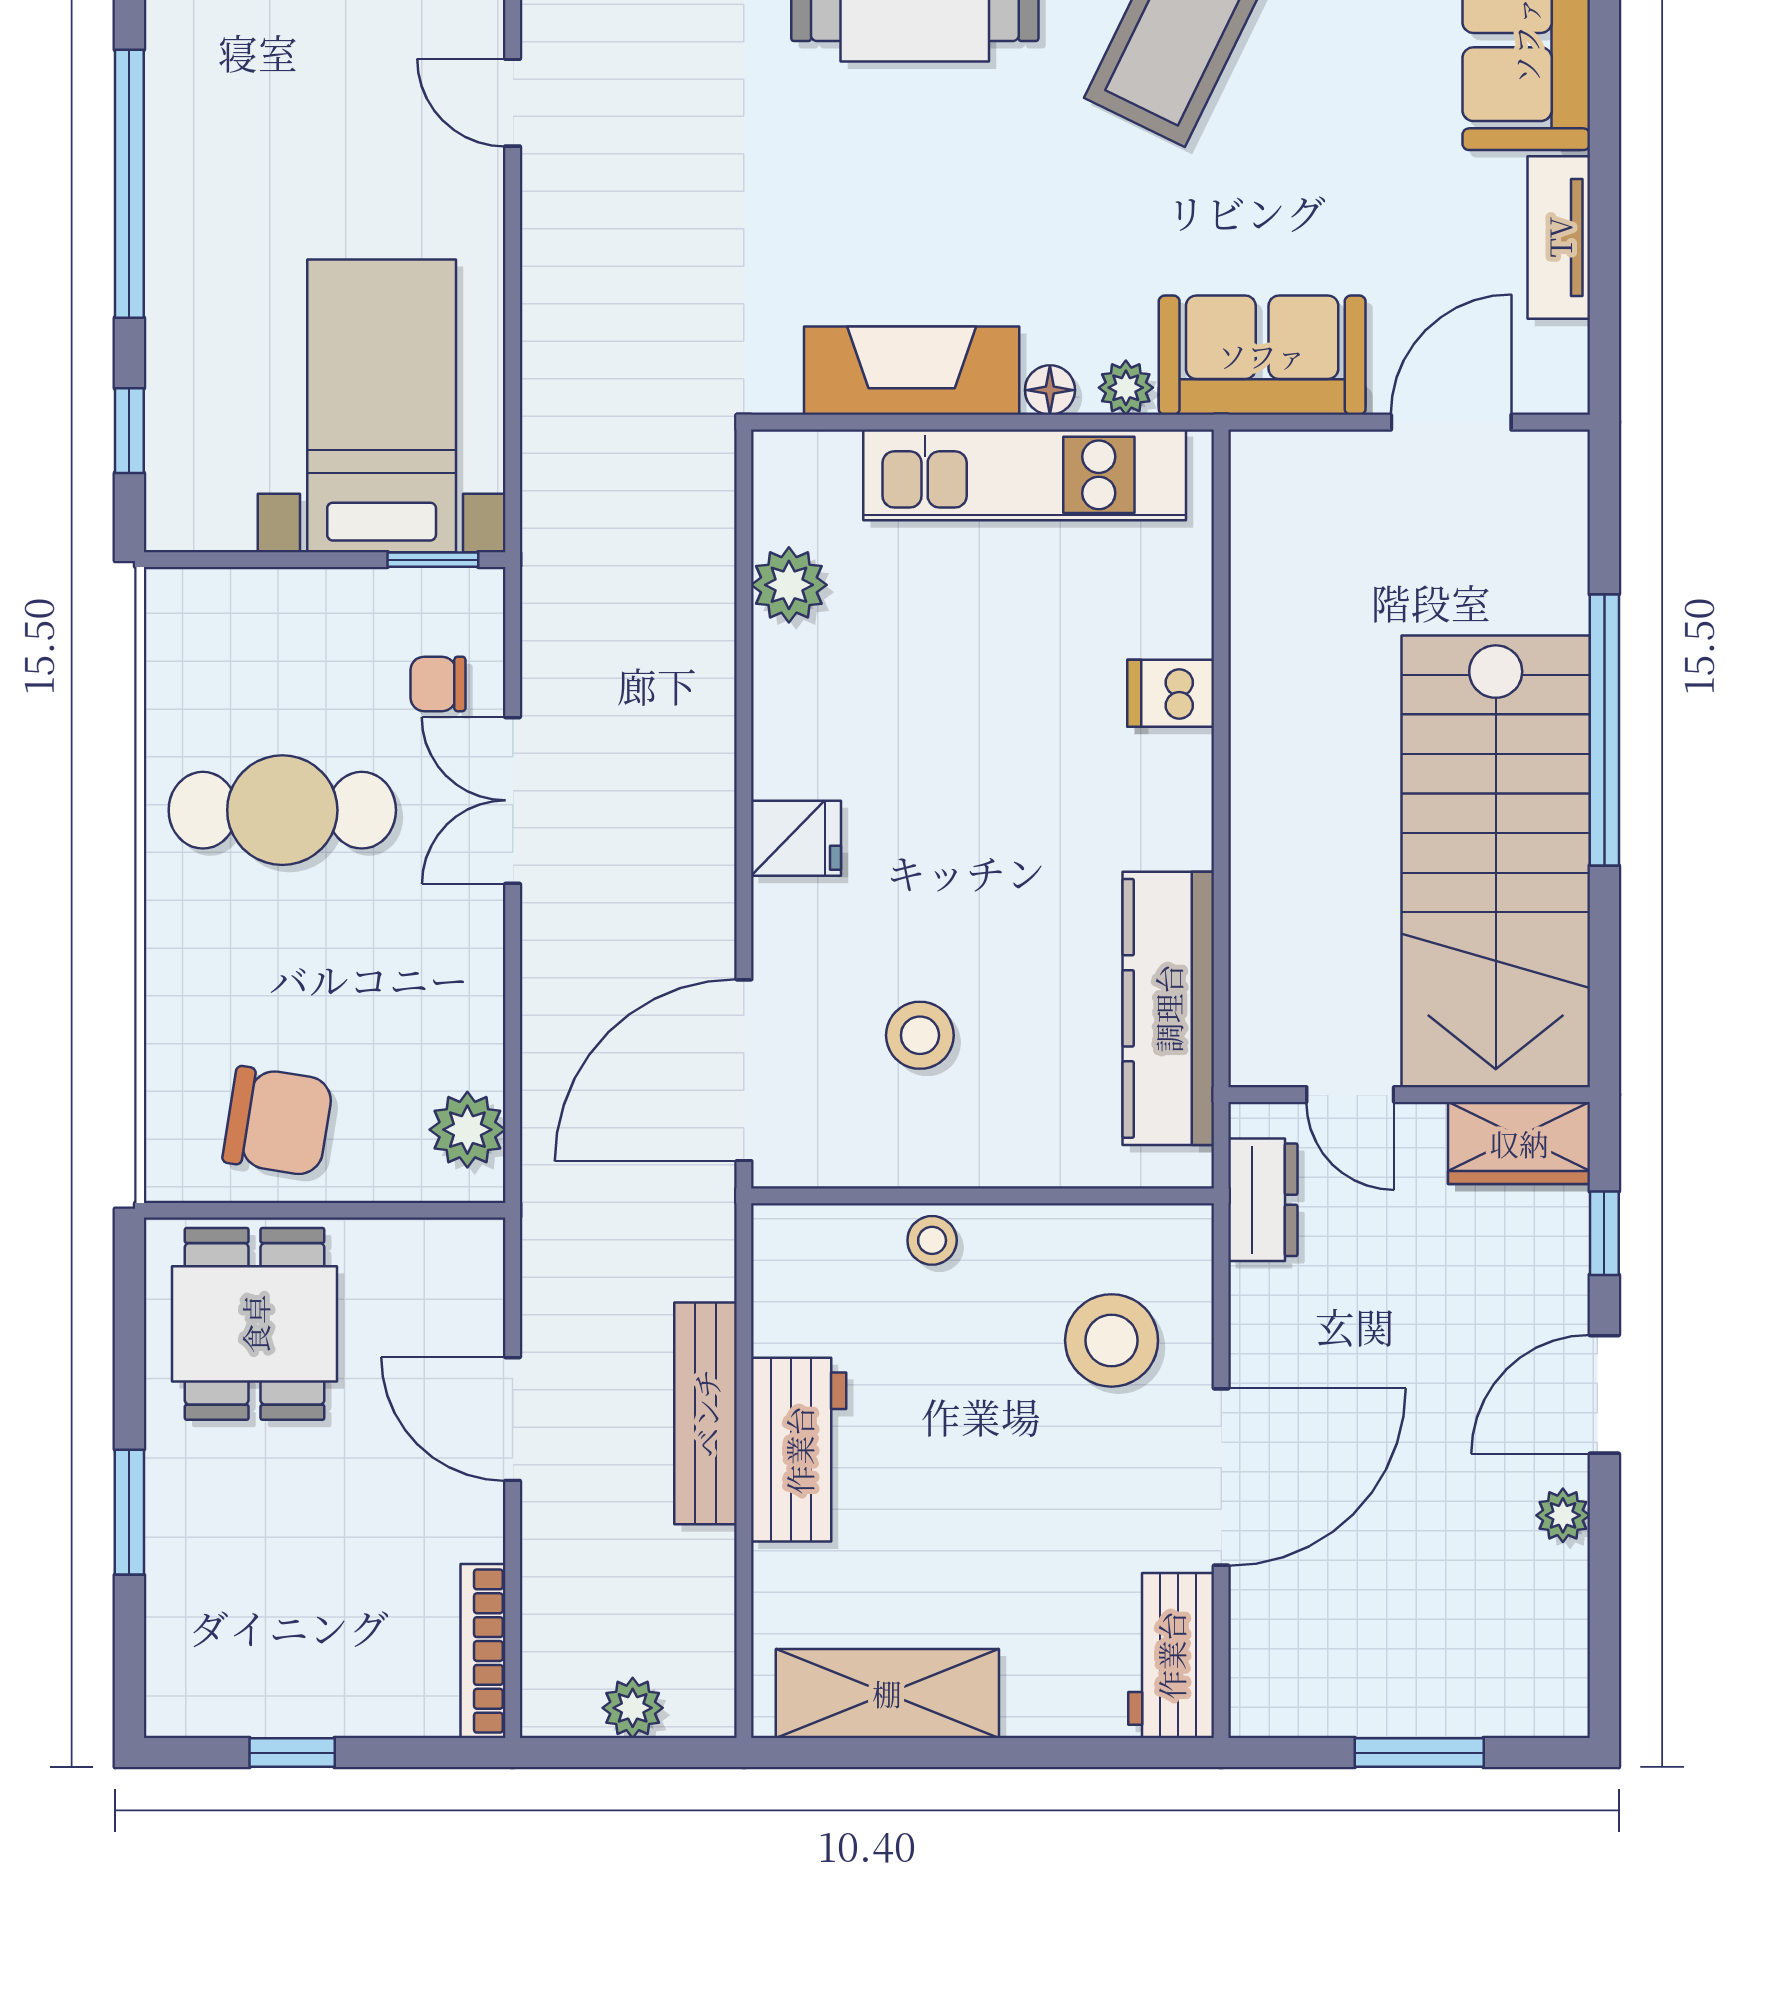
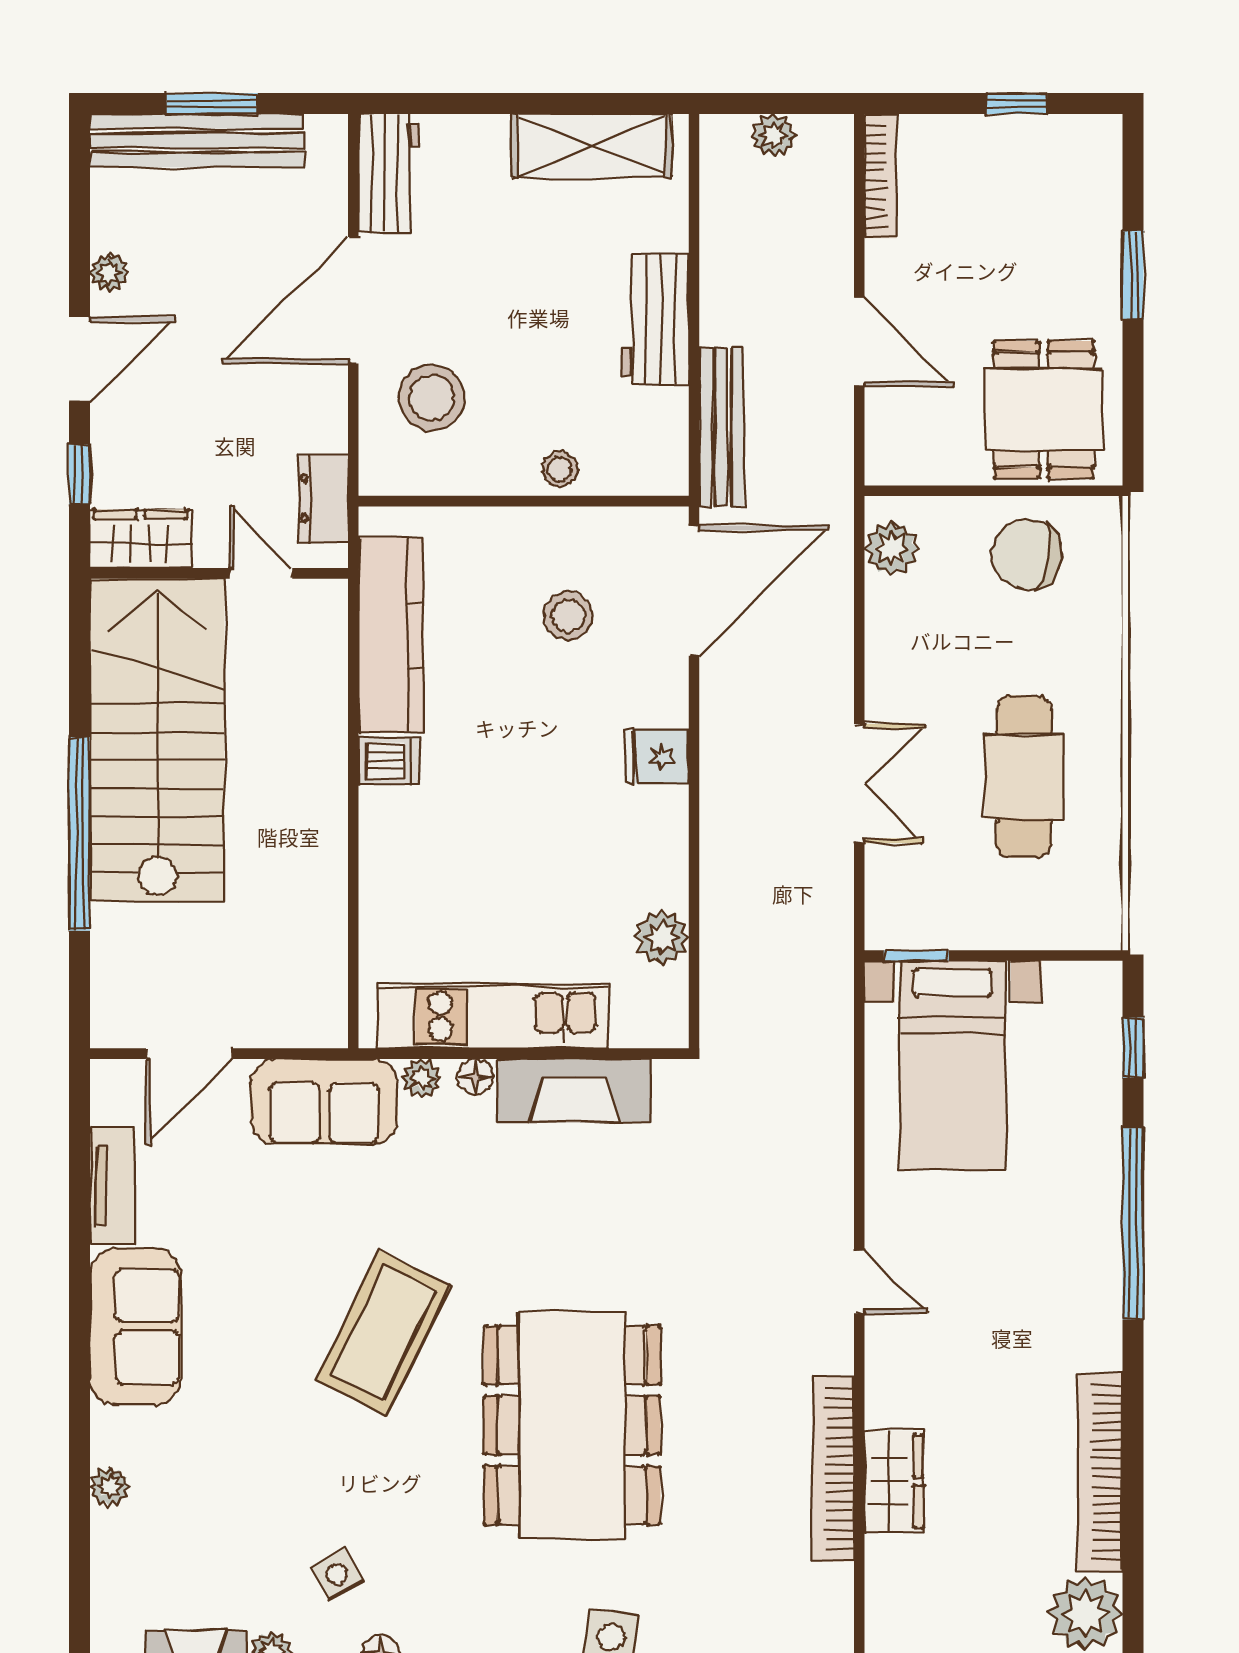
chair: (438, 684) -> (913, 867), removed
dishwasher: (1171, 693) -> (389, 761), moved
cafe table: (282, 810) -> (1024, 777), turned 90
bench: (706, 1413) -> (721, 427), moved
bench: (1440, 1701) -> (197, 140), added

